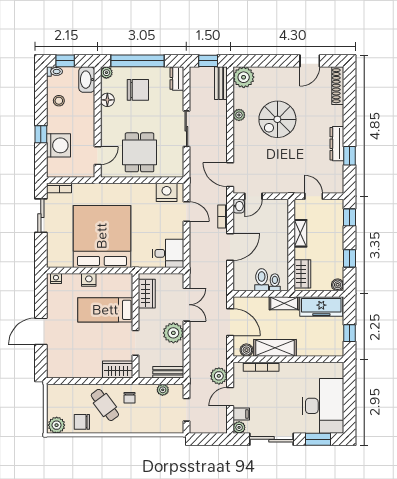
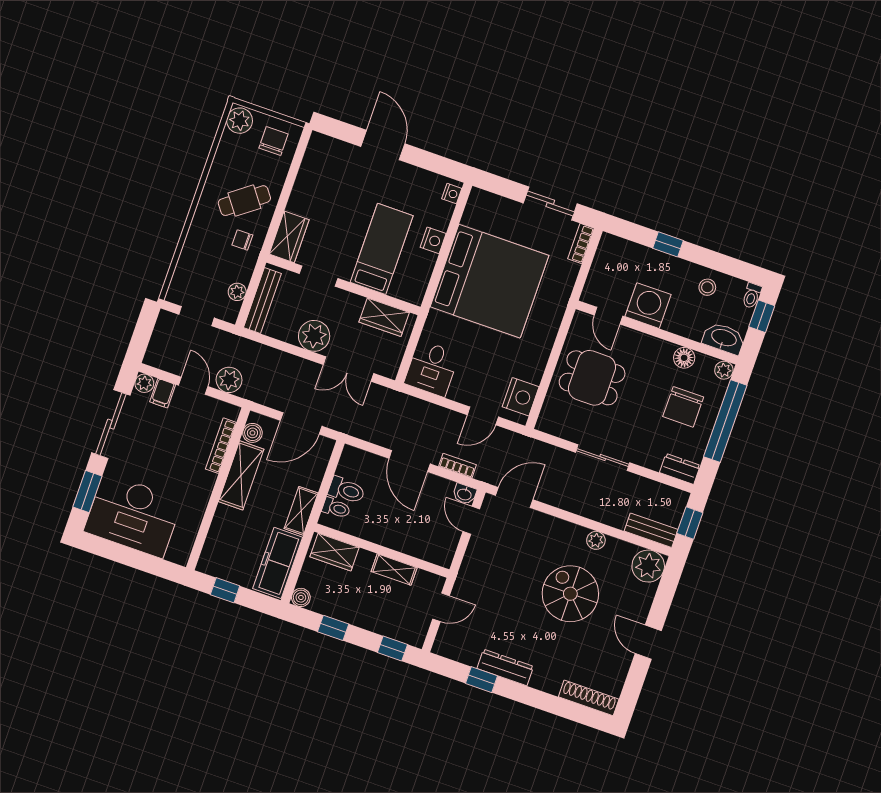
door: (310, 61) -> (648, 642), moved
washing machine: (58, 145) -> (648, 306), moved, turned 180
bench: (168, 372) -> (262, 301), width x1.36
chair: (82, 422) -> (274, 141), moved

